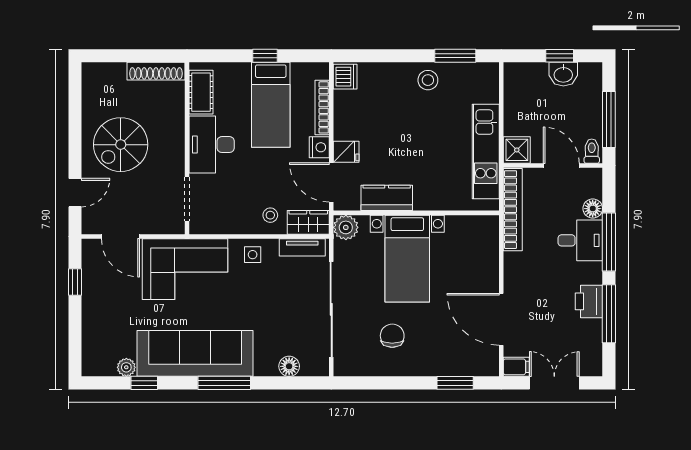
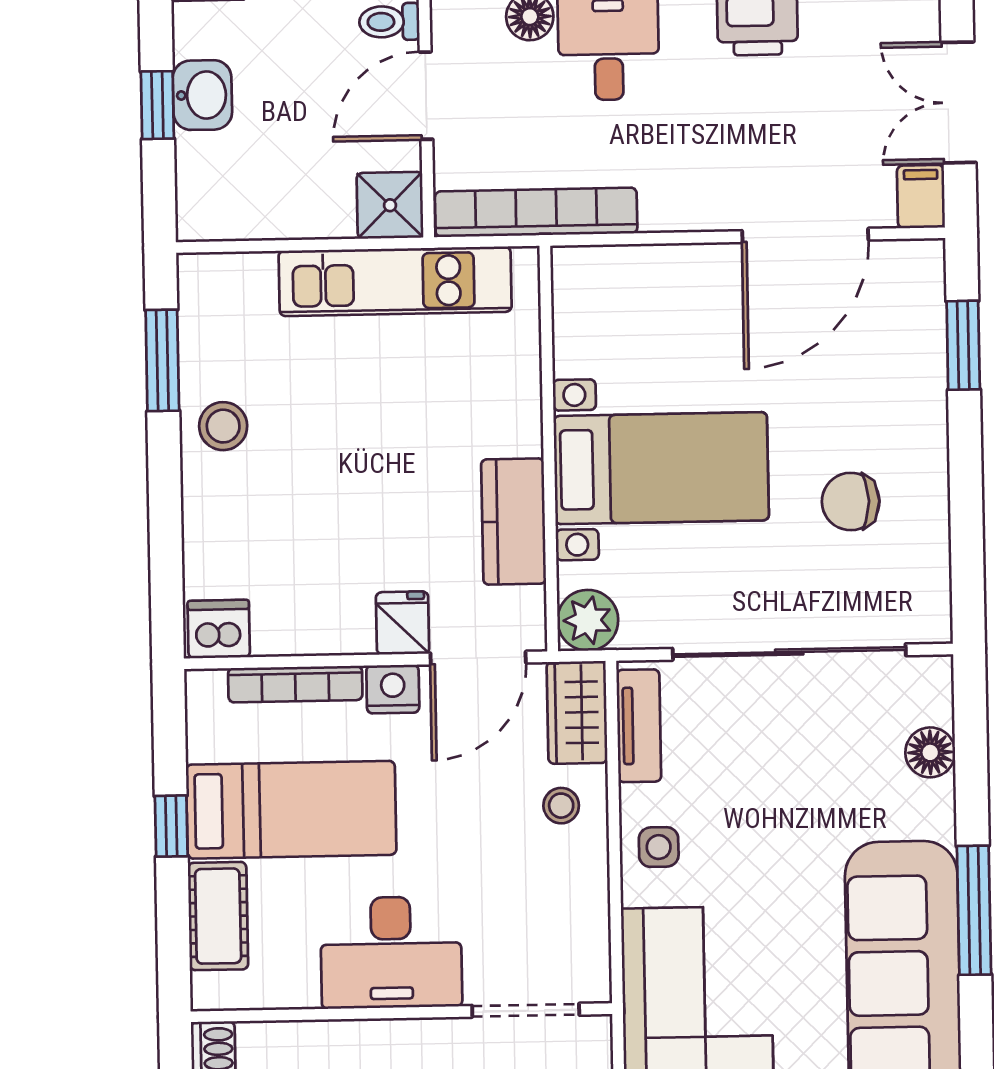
cot: (201, 92) -> (218, 916), moved, turned 90

